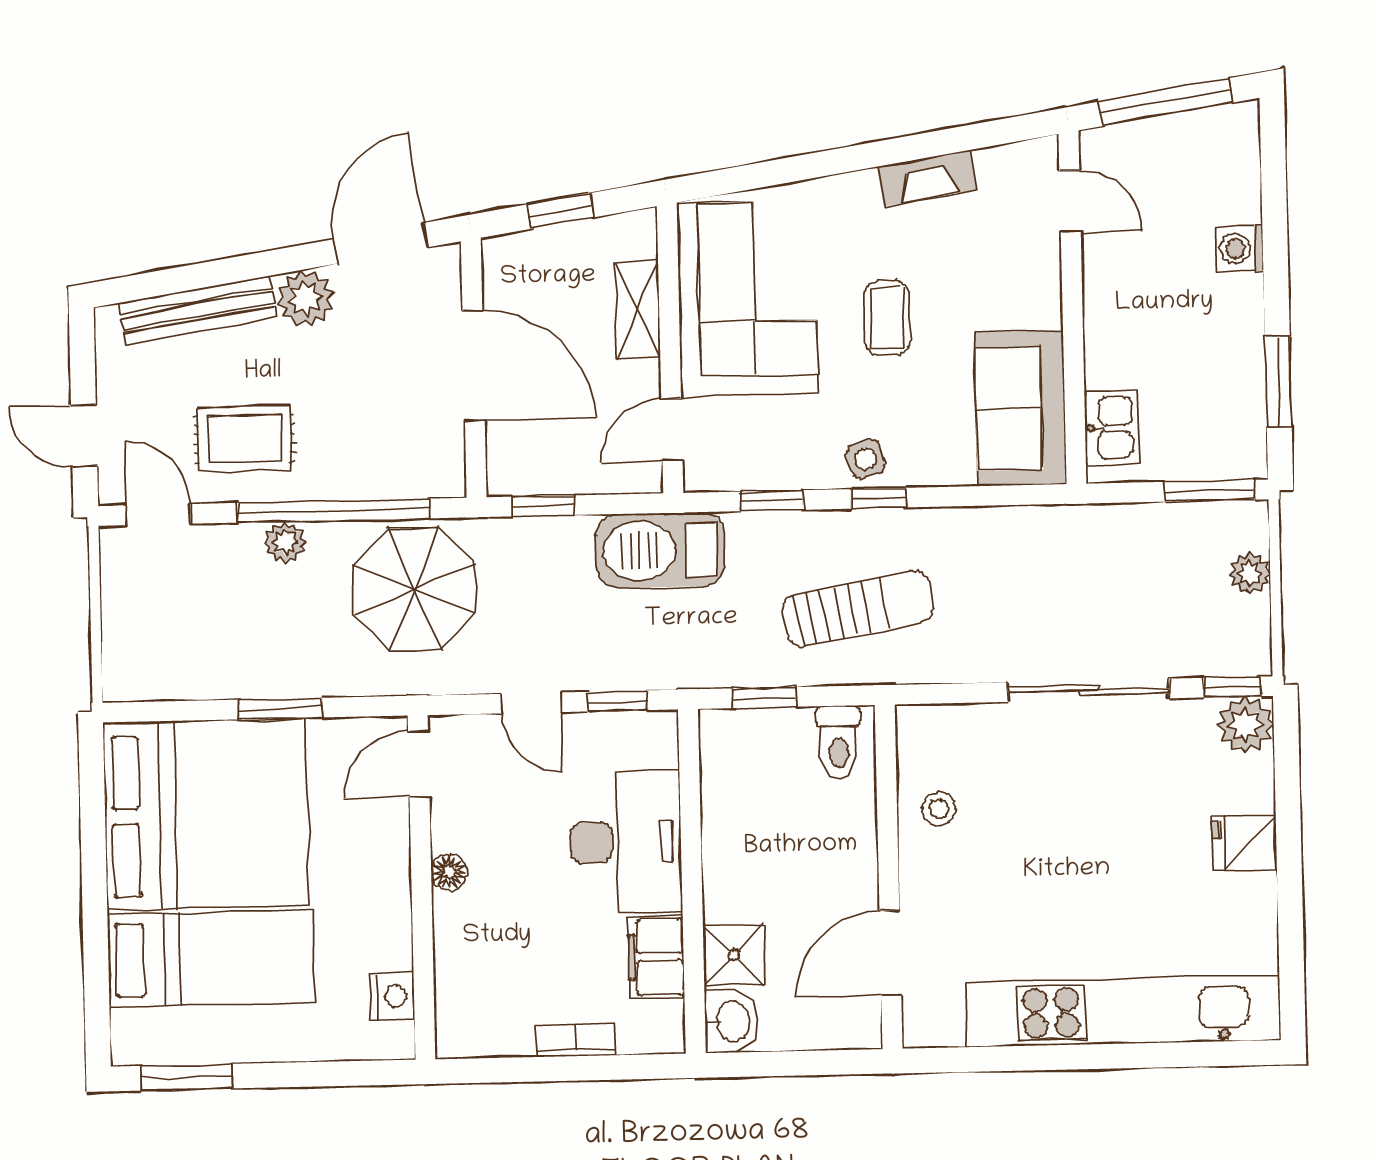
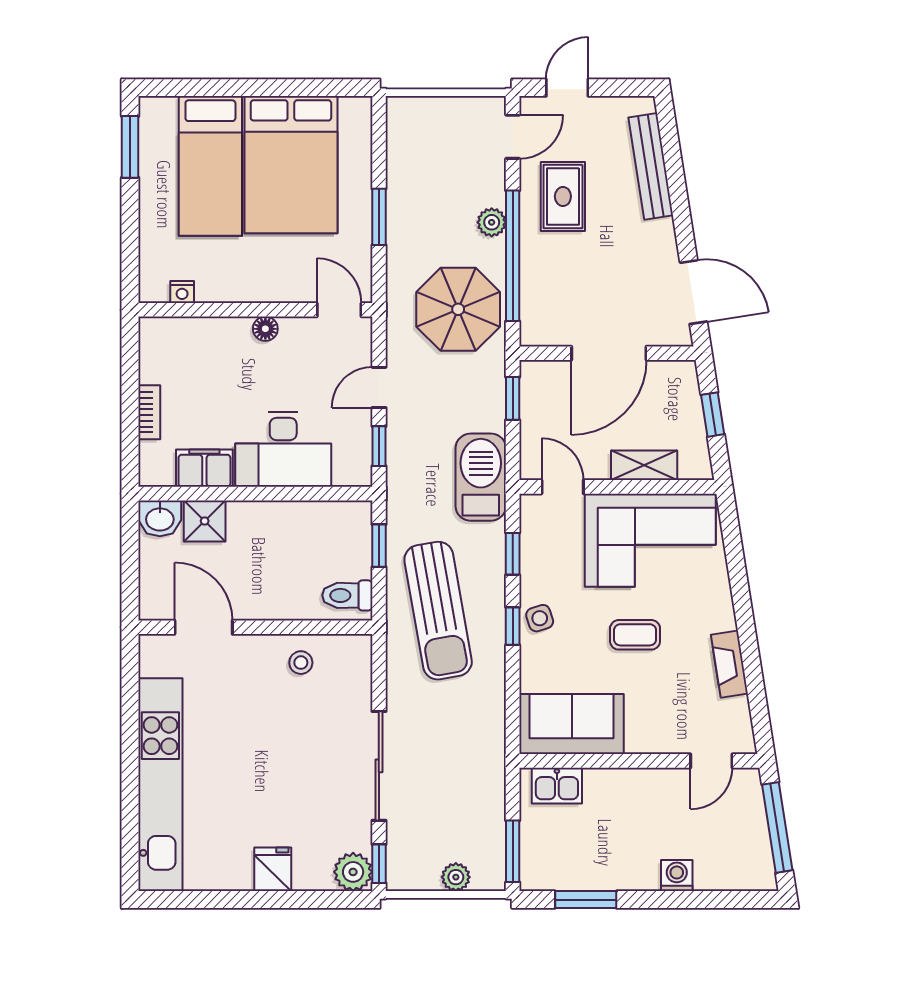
plant: (305, 298) -> (657, 240), removed
sun lounger: (858, 608) -> (438, 611), width x1.36, depth x1.34
bed: (206, 815) -> (291, 165), width x0.73
nightstand: (392, 996) -> (182, 292), width x0.72, depth x0.74

